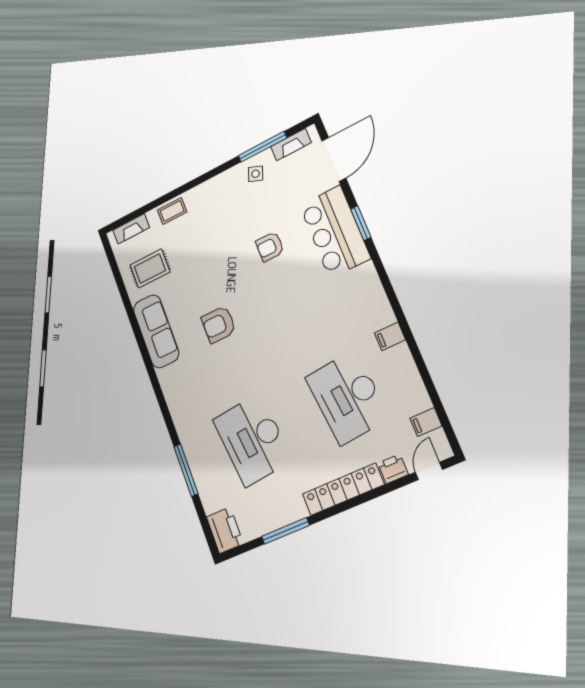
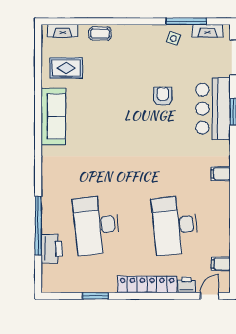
armchair: (270, 247) -> (163, 96), turned 90
armchair: (219, 324) -> (103, 134), removed
filing cabinet: (390, 336) -> (221, 174), moved
window: (186, 470) -> (38, 226), width x1.46
printer: (225, 530) -> (52, 249), moved
window: (285, 531) -> (96, 296), width x0.69

